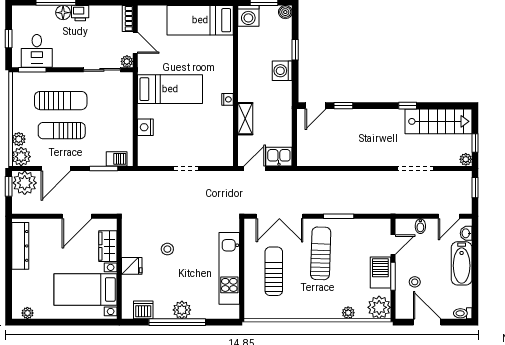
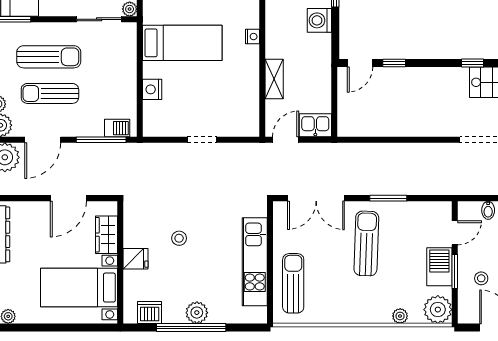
nightstand: (227, 99) -> (252, 37), moved
window: (104, 169) -> (101, 140), width x1.44
sun lounger: (274, 271) -> (293, 283), moved

